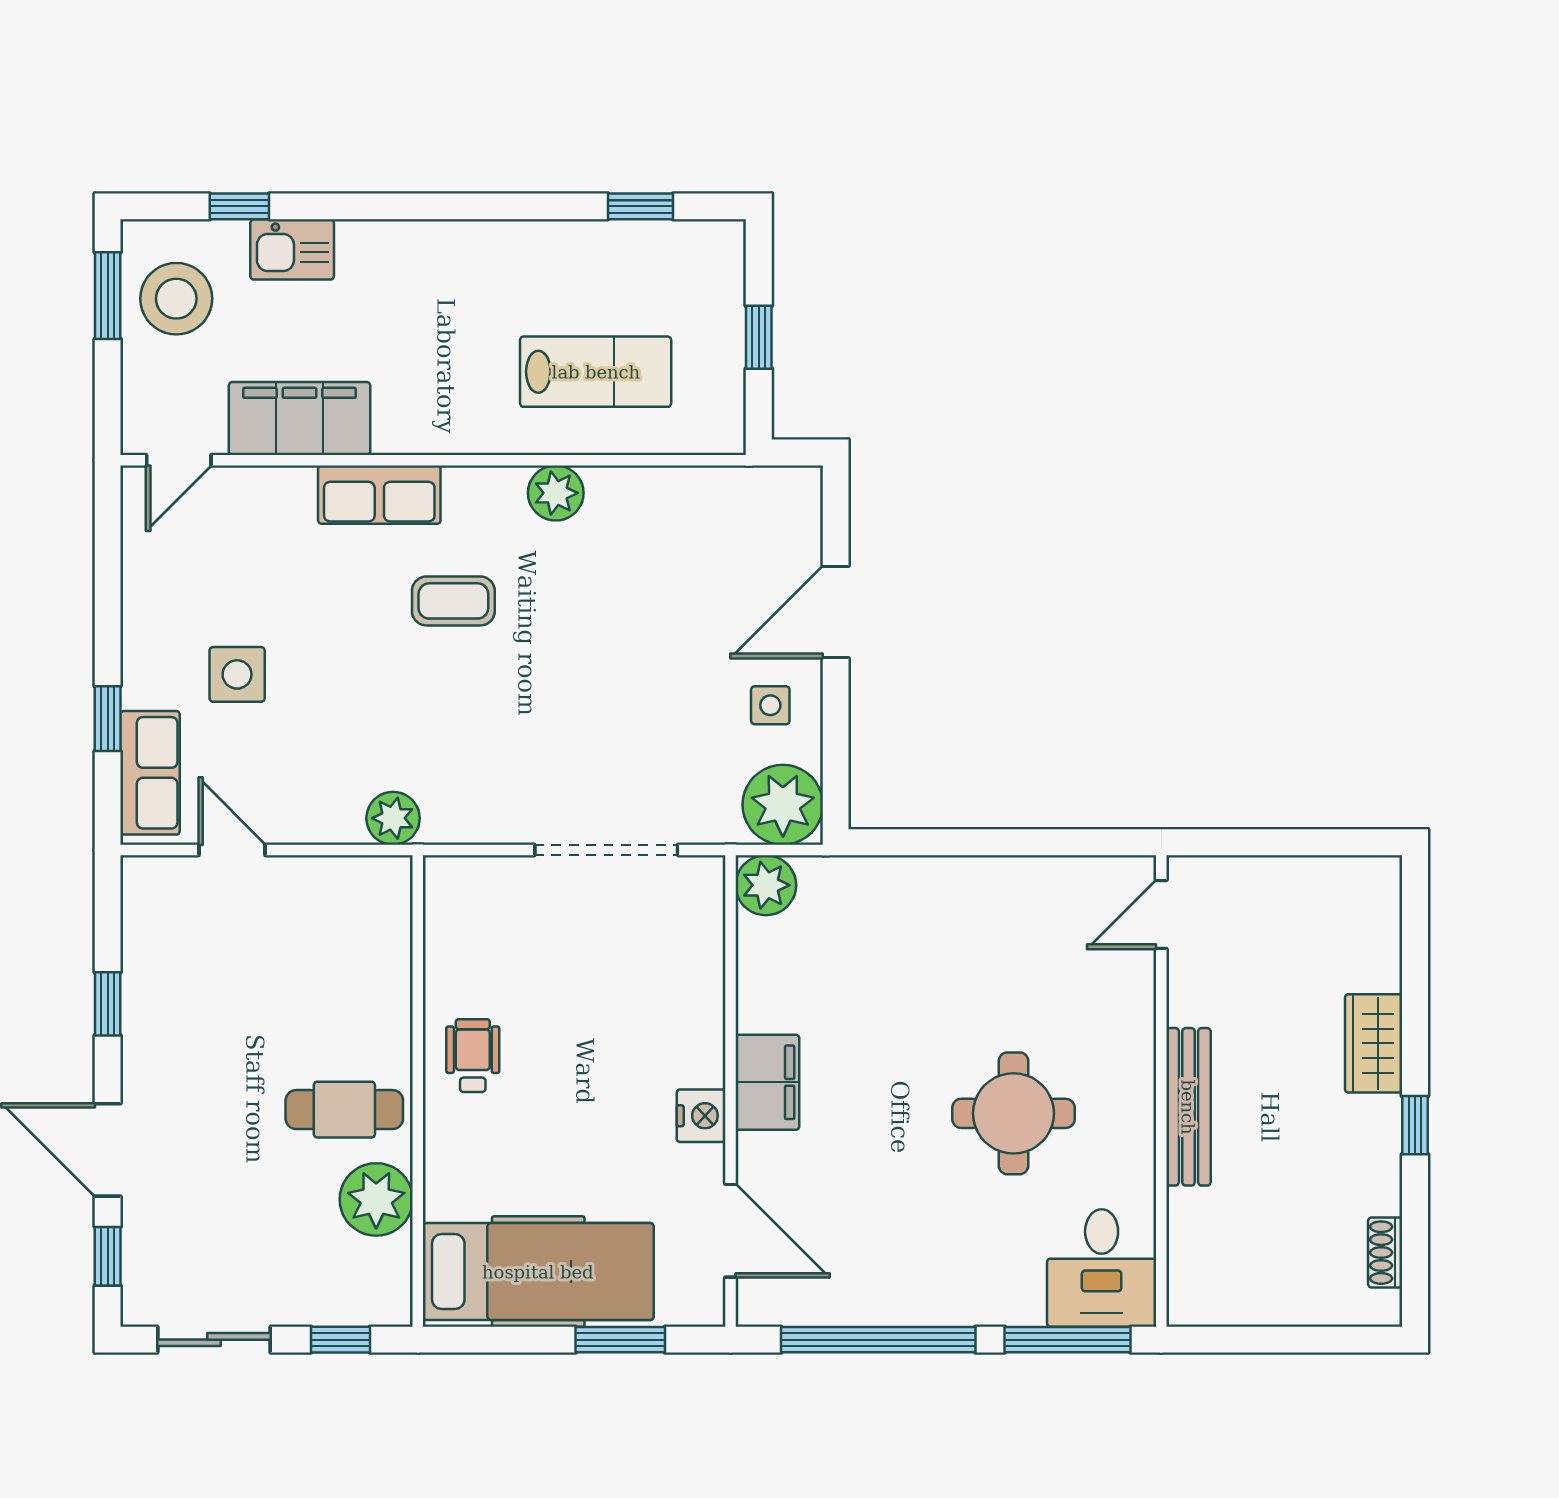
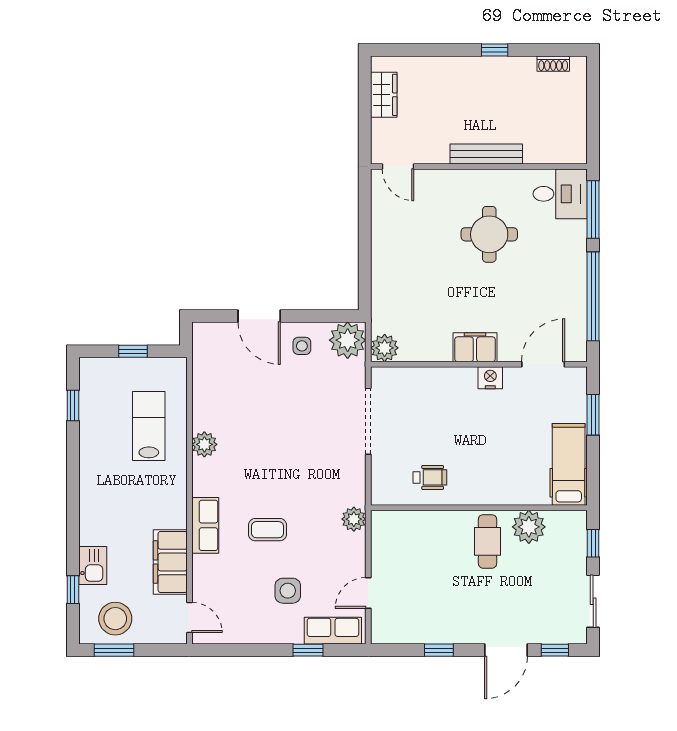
coffee table: (453, 601) -> (268, 530), moved, turned 90
wardrobe: (1374, 1043) -> (384, 95), moved, turned -90
wheelchair: (473, 1056) -> (430, 477), moved, turned 180
hospital bed: (538, 1272) -> (569, 464), width x0.73, depth x0.78

